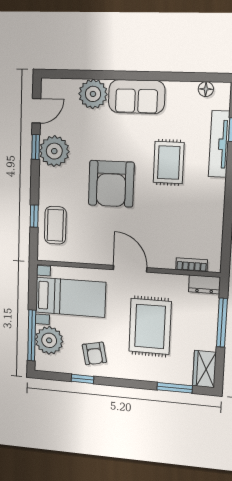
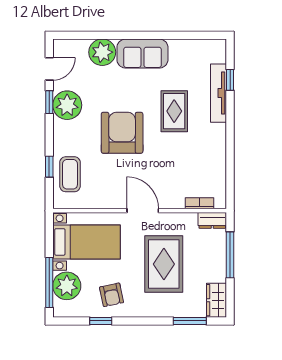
floor lamp: (206, 89) -> (204, 45), removed
armchair: (111, 184) -> (122, 133), turned 180

